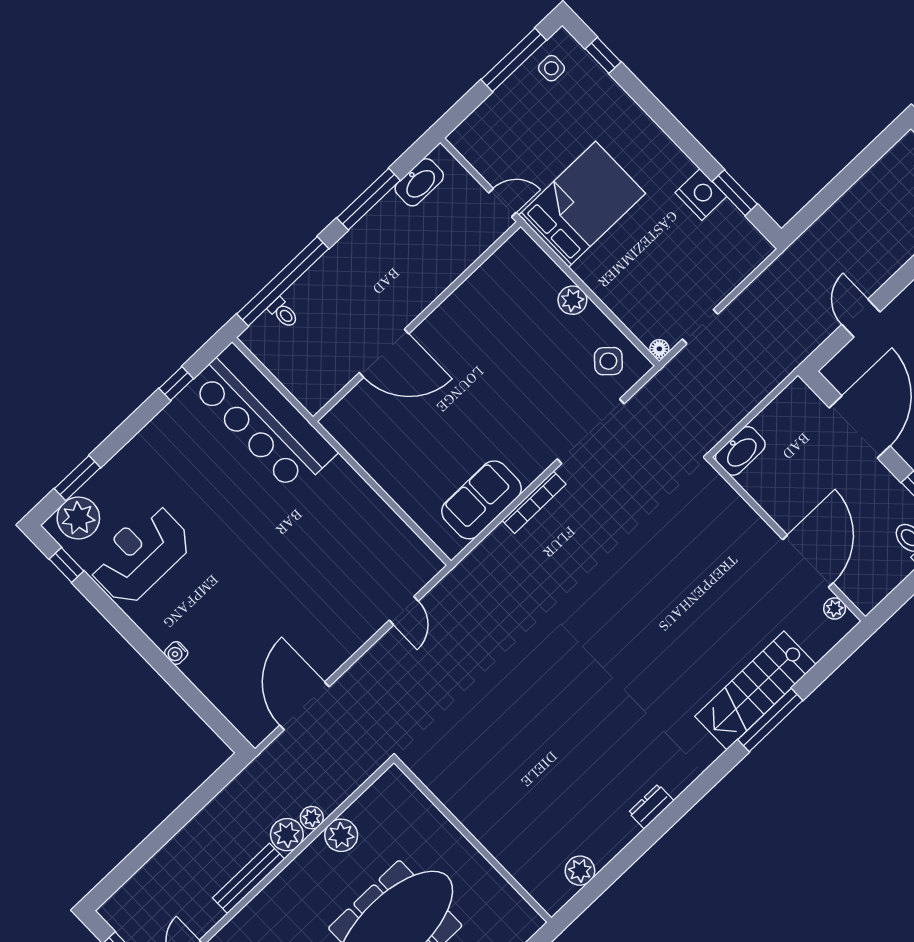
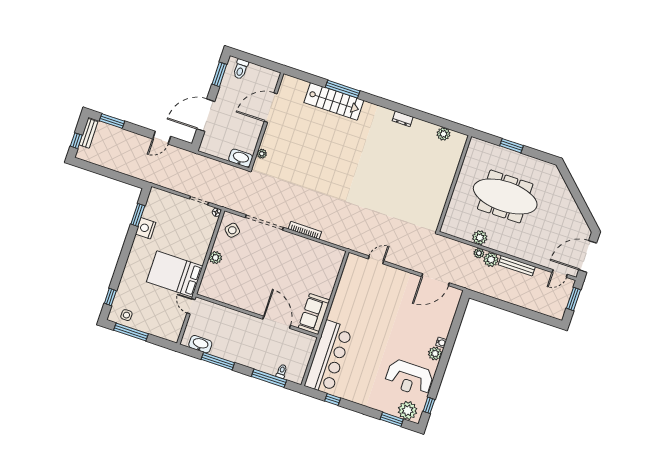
window: (283, 281) -> (269, 378), width x0.68
sofa: (481, 500) -> (314, 314), moved, turned 90
plant: (835, 609) -> (262, 154), moved
plant: (161, 630) -> (435, 353), added

